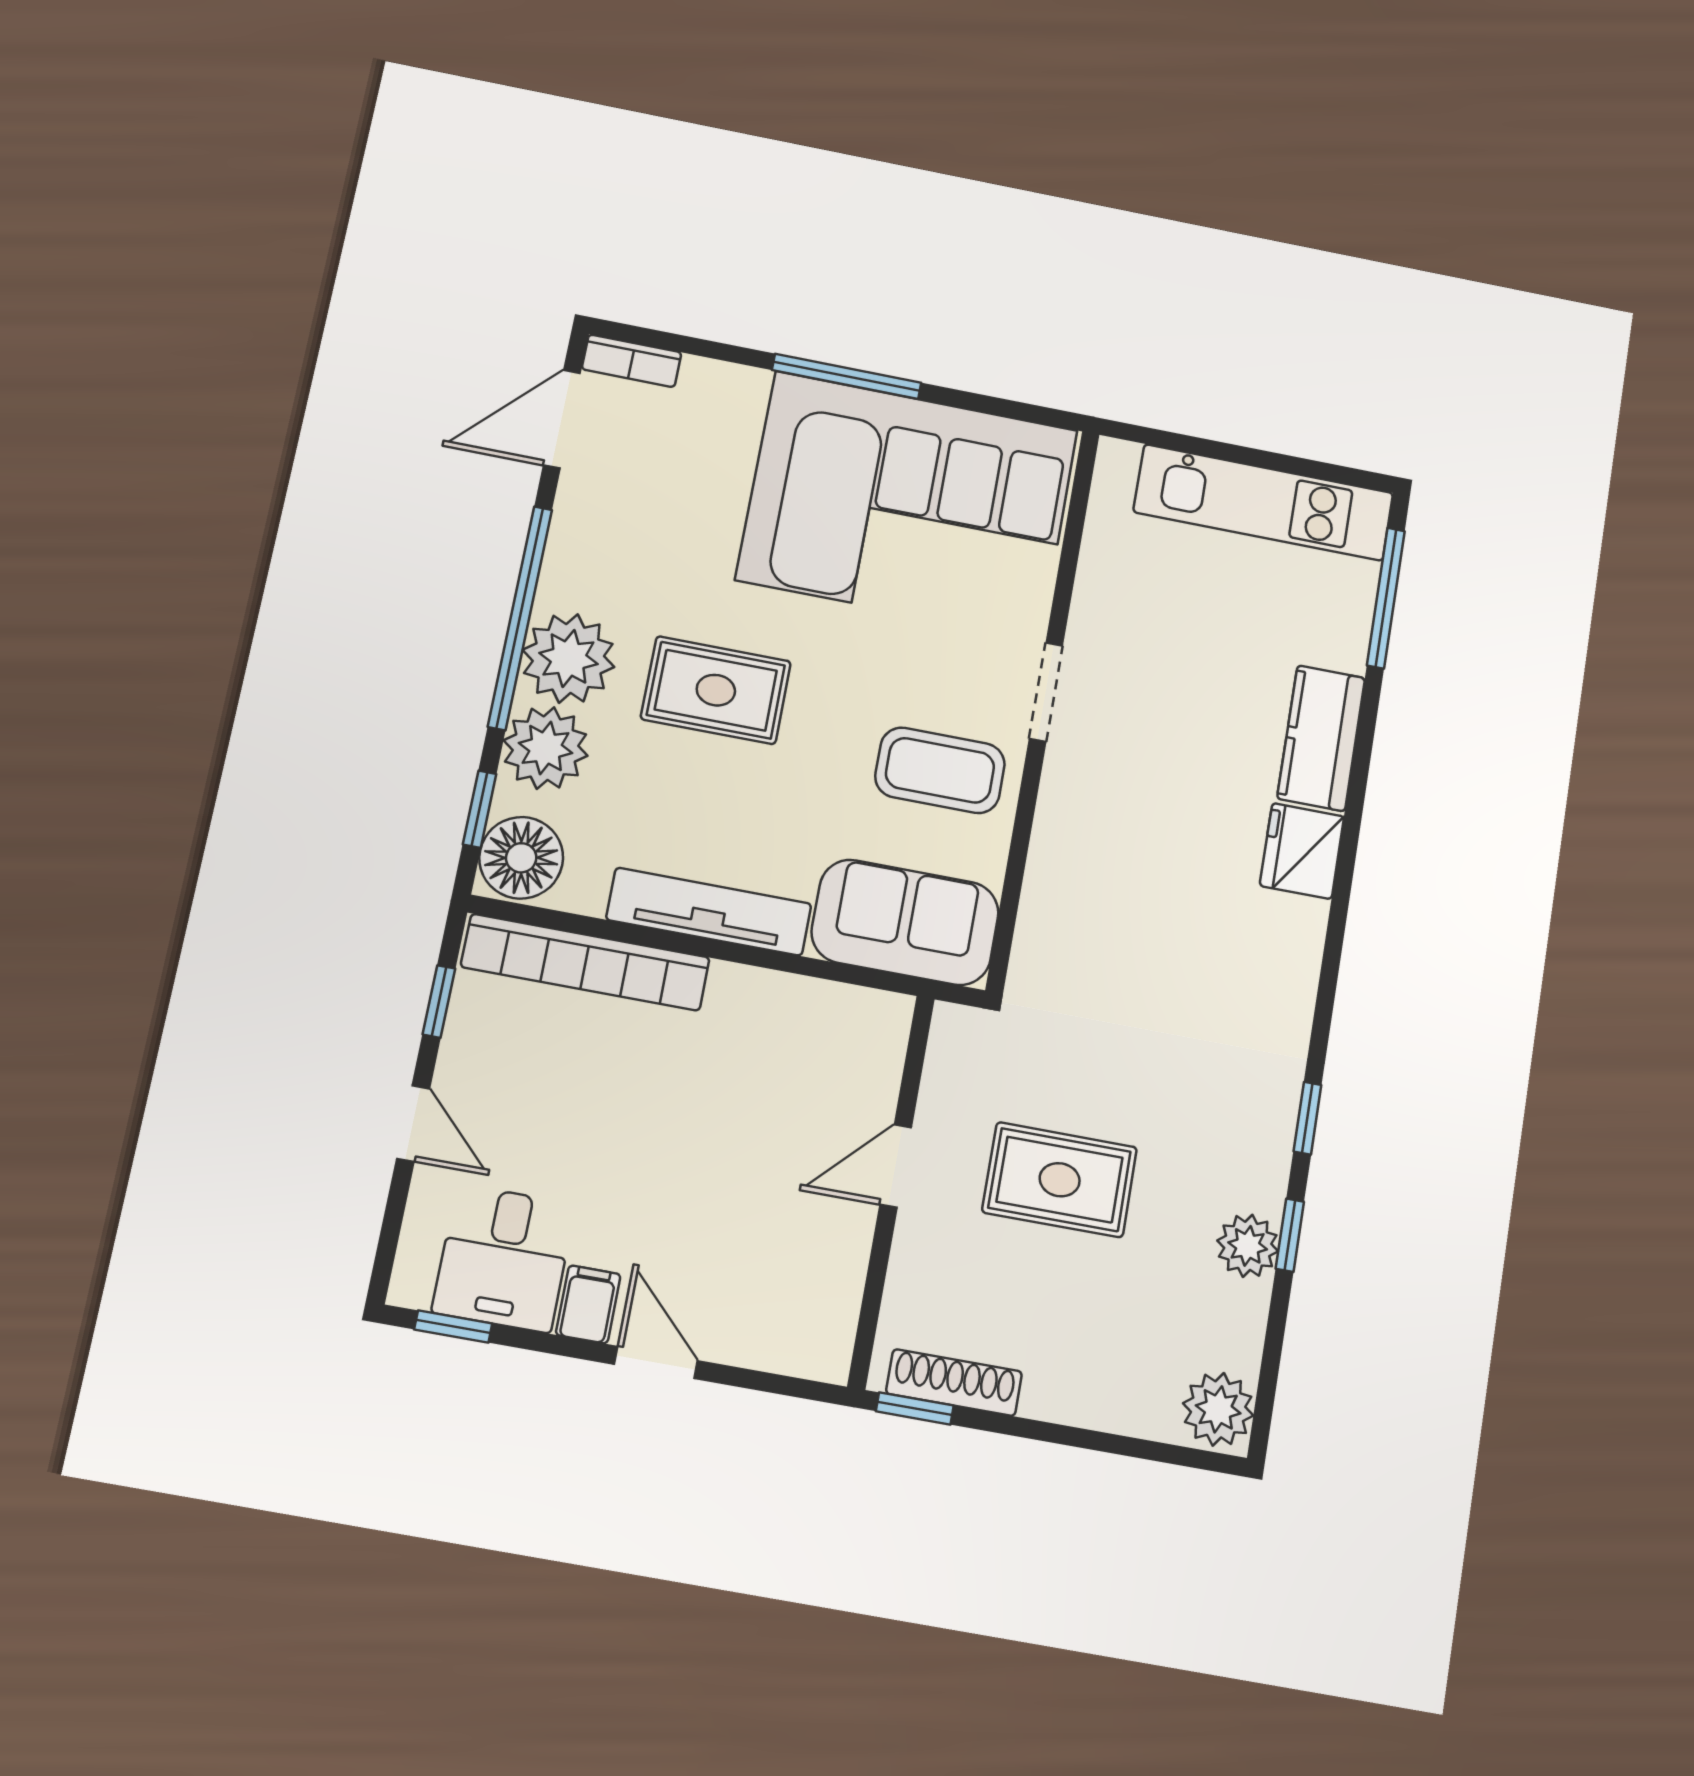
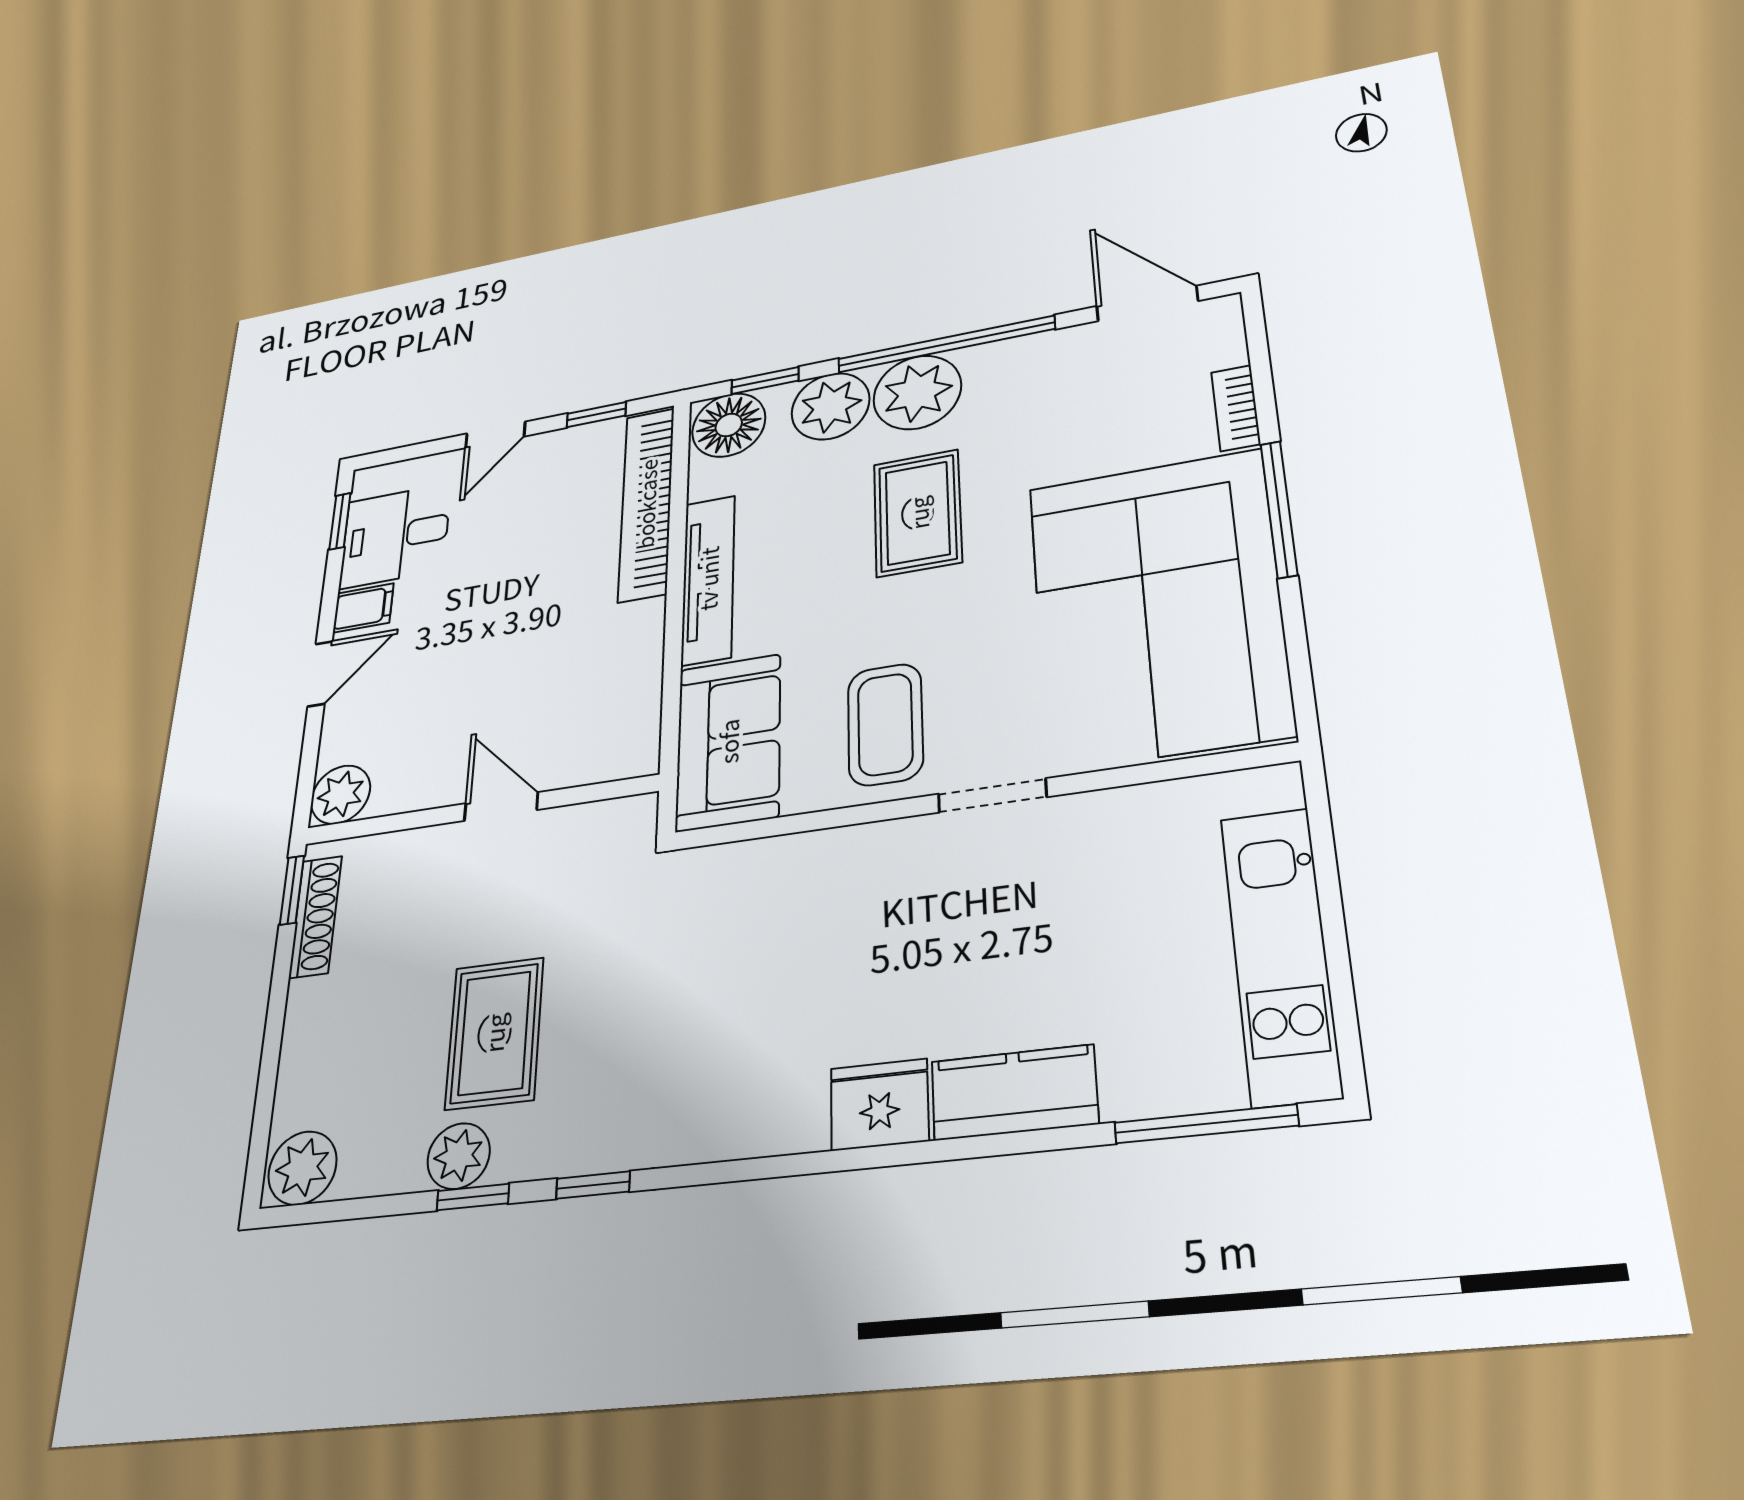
bookcase: (632, 361) -> (1236, 408), moved
rug: (1060, 1180) -> (494, 1033), moved
plant: (819, 1346) -> (341, 795), added

